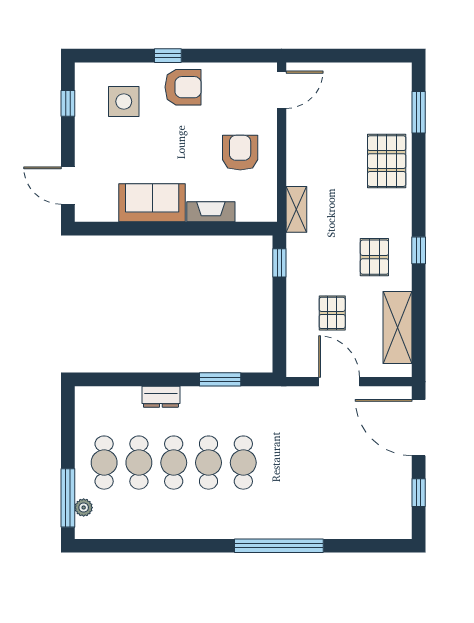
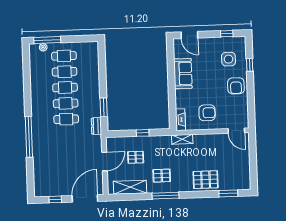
window: (168, 56) -> (250, 65), moved
door: (68, 186) -> (189, 35), swing flipped
fireplace: (211, 212) -> (180, 120), moved
window: (419, 250) -> (165, 196), width x2.17
window: (279, 263) -> (143, 133), moved
dresser: (161, 397) -> (96, 126), moved

